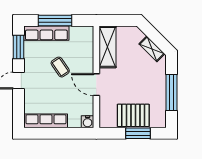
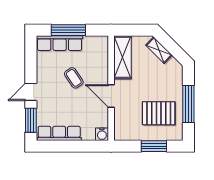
window: (19, 47) -> (31, 120), moved
shelving: (152, 49) -> (159, 50), moved
pallet: (133, 115) -> (159, 113), moved

